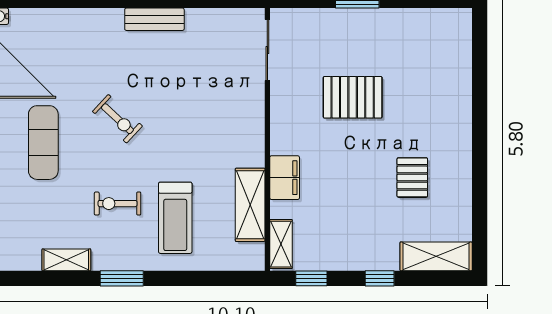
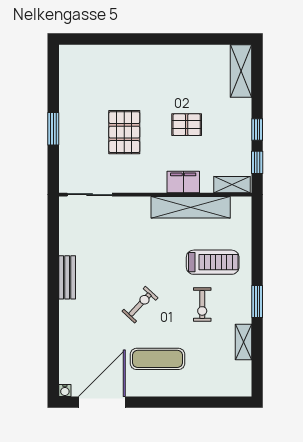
pallet: (412, 177) -> (187, 125), moved
shelving: (250, 205) -> (191, 207), width x1.47
window: (380, 278) -> (257, 129), moved

